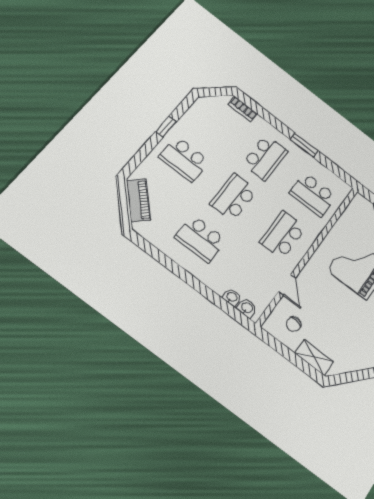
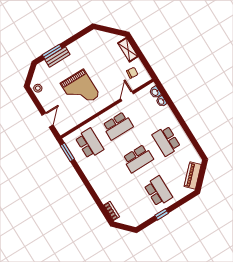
window: (304, 145) -> (67, 152), moved
school desk: (265, 158) -> (110, 176), removed
school desk: (201, 239) -> (166, 141), turned 180

